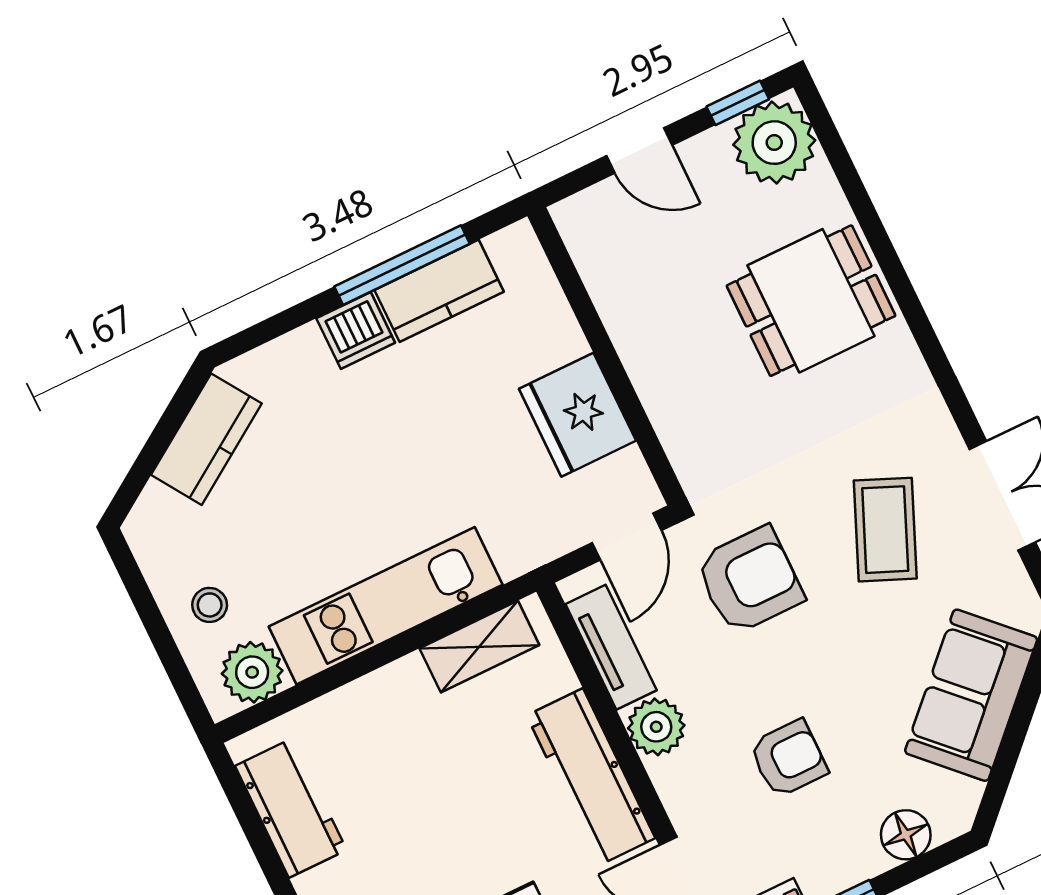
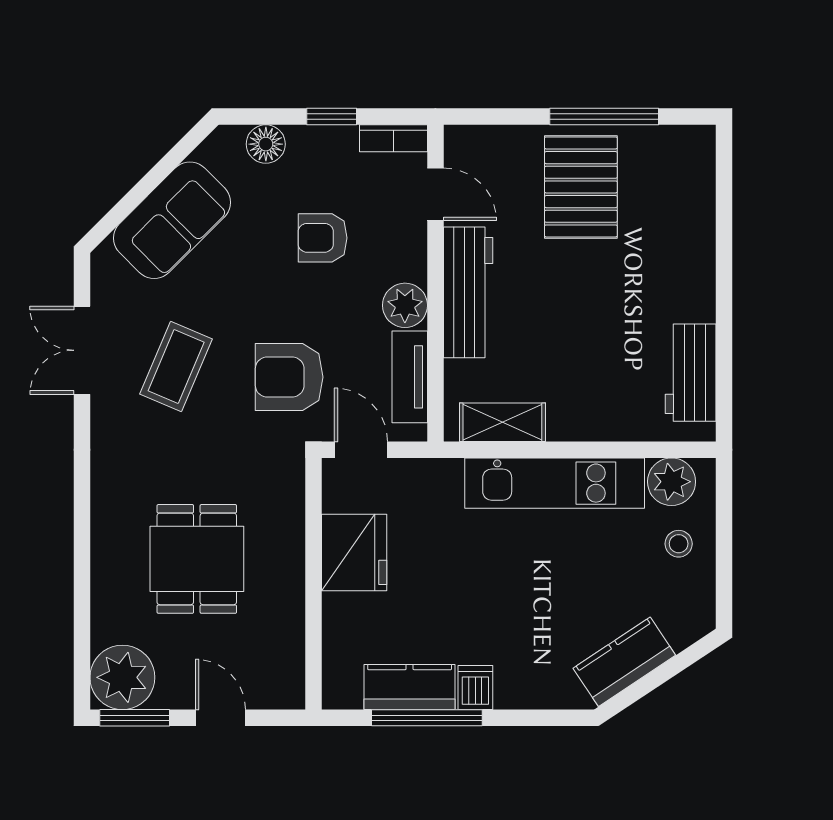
window: (738, 103) -> (135, 718), width x1.50
dining table: (811, 301) -> (197, 559), moved, turned 90
dishwasher: (356, 330) -> (475, 688), width x0.73
door: (627, 537) -> (361, 450), hinge flipped

